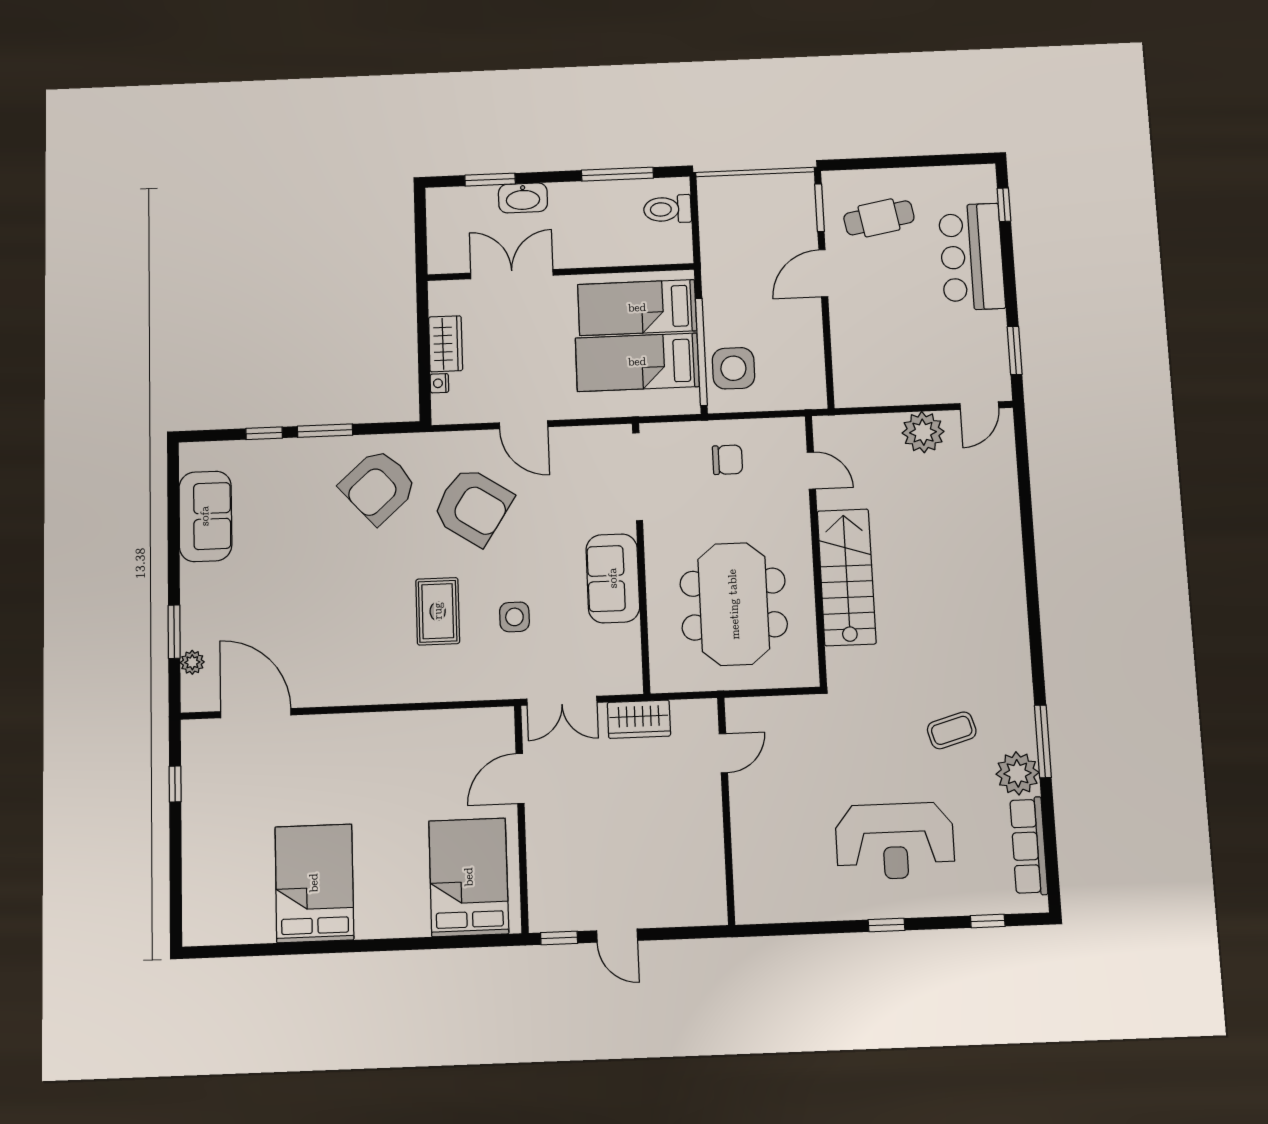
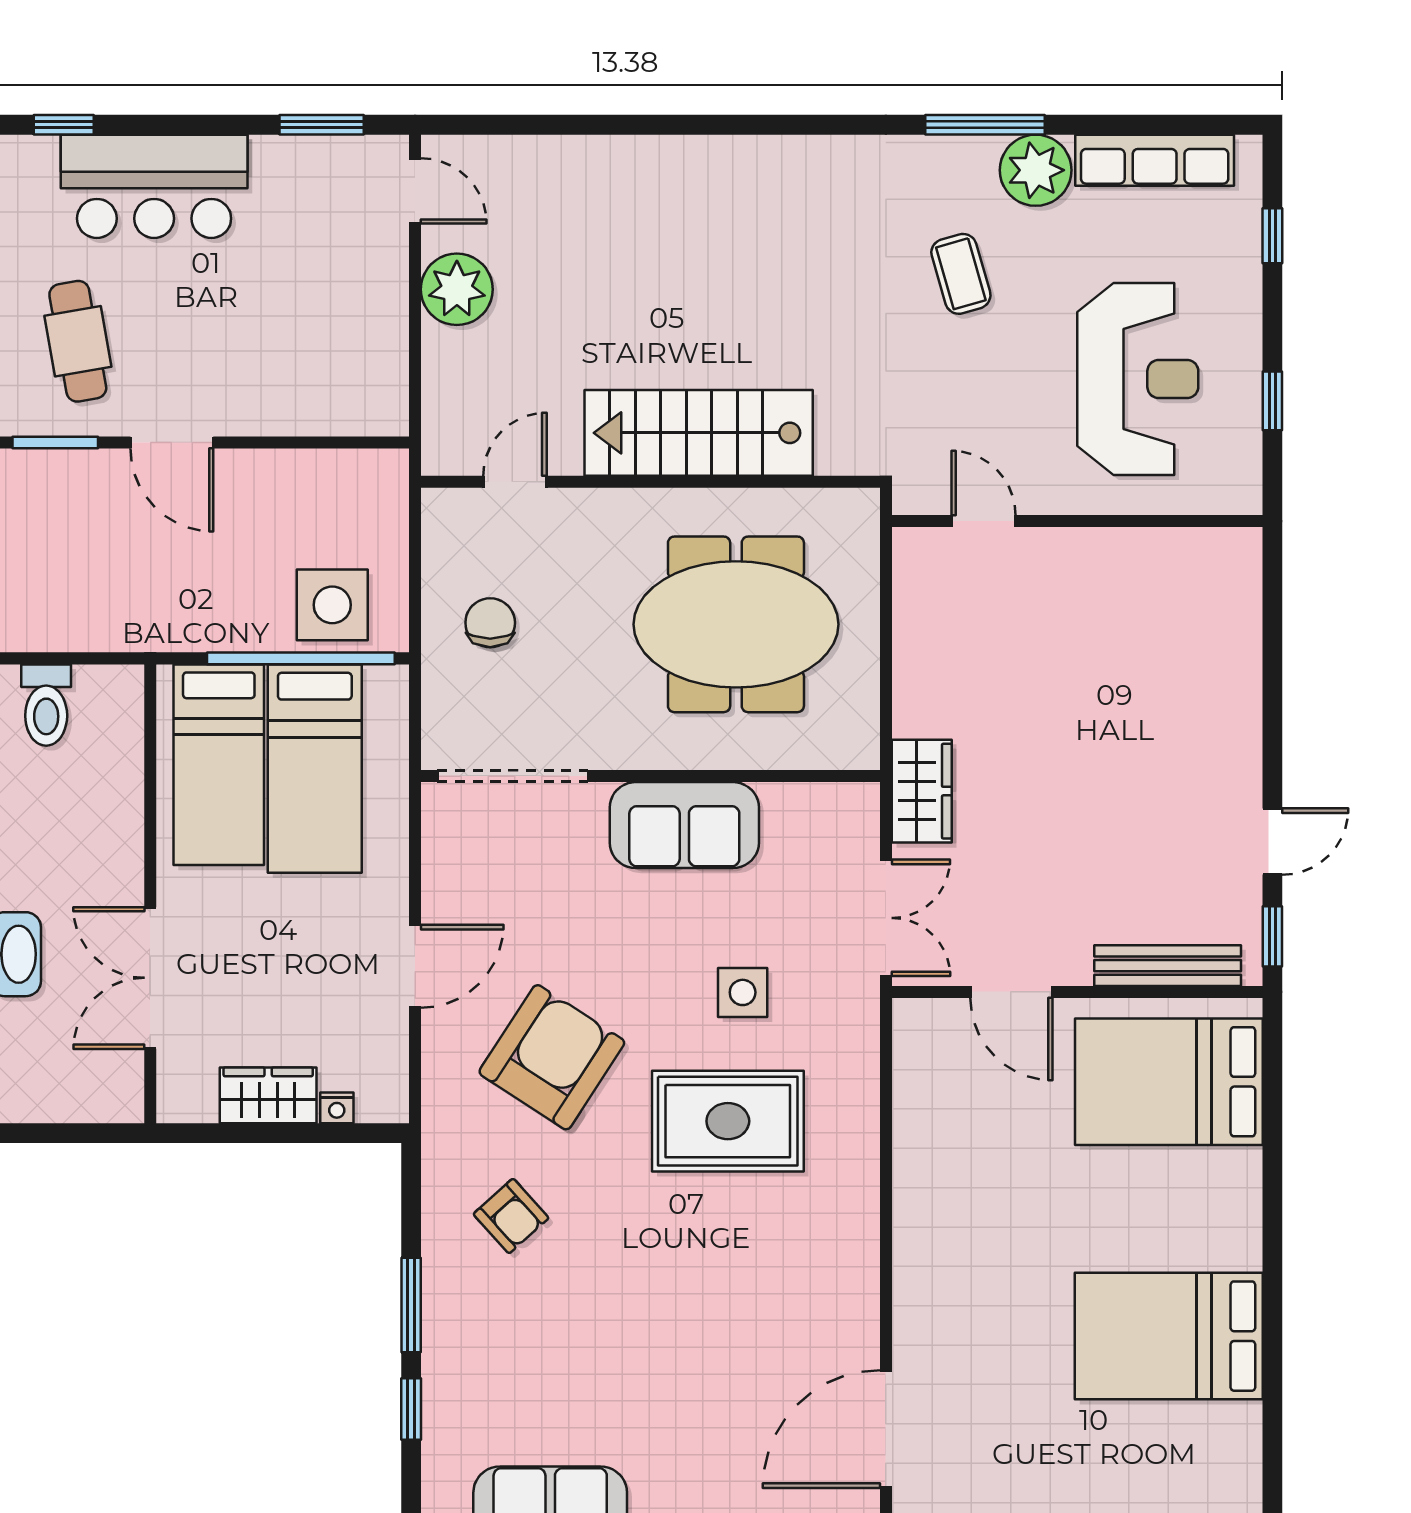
armchair: (378, 486) -> (511, 1216), width x0.53, depth x0.53
rug: (438, 611) -> (728, 1121), width x1.36, depth x1.43
door: (723, 753) -> (983, 521), moved
wall: (726, 810) -> (1077, 521), moved
bench: (539, 874) -> (1168, 966), added

